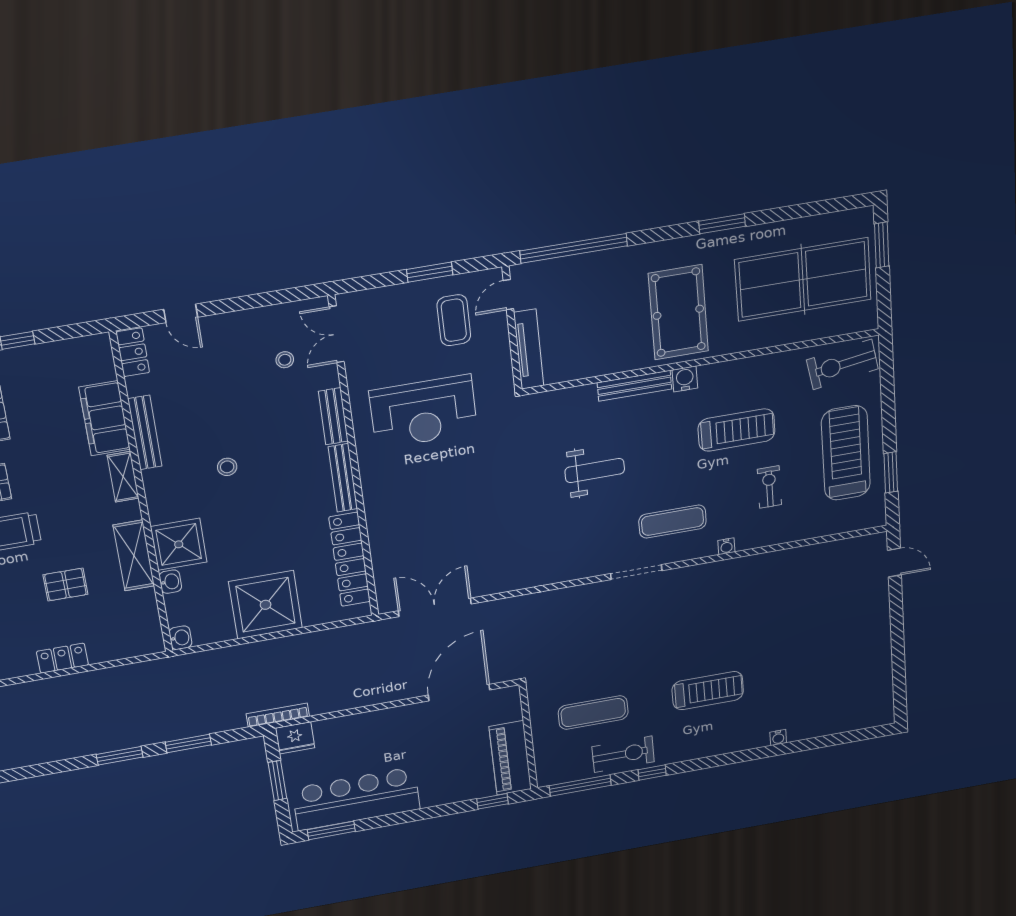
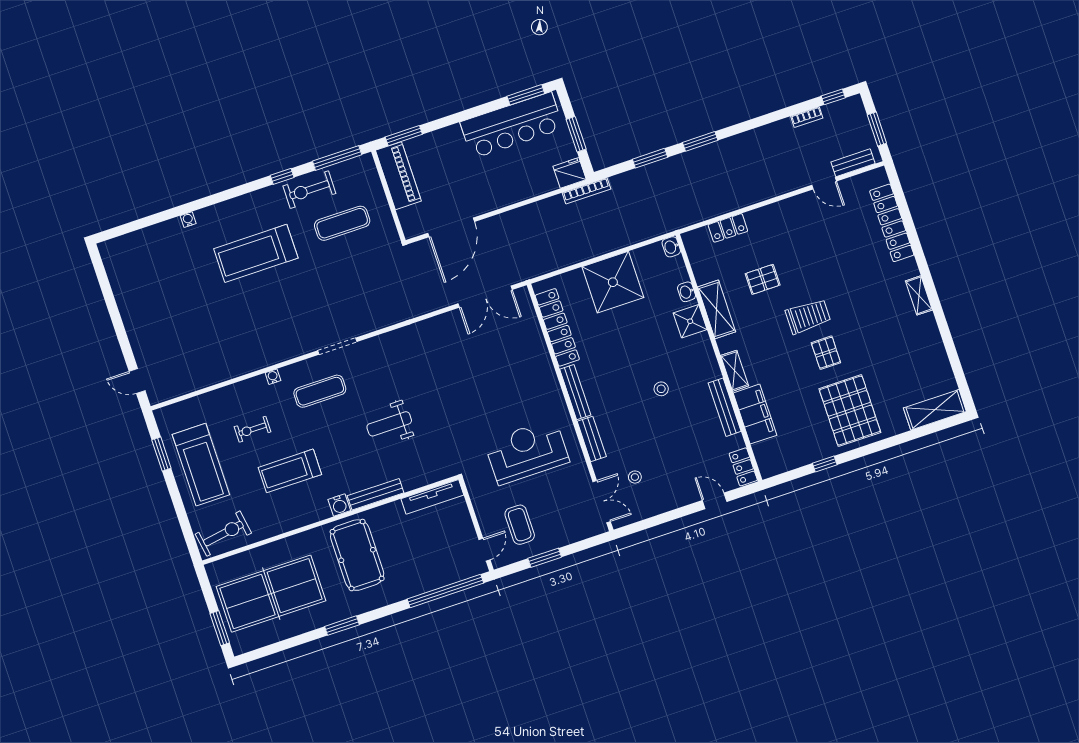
tv unit: (529, 349) -> (432, 497), moved, turned -90
exercise bike: (769, 487) -> (253, 429), turned 90
shower: (179, 544) -> (690, 321), width x0.73, depth x0.73
locker: (62, 658) -> (728, 228), moved
treadmill: (708, 691) -> (256, 253), width x1.37, depth x1.38
window: (493, 801) -> (404, 136), width x1.50

